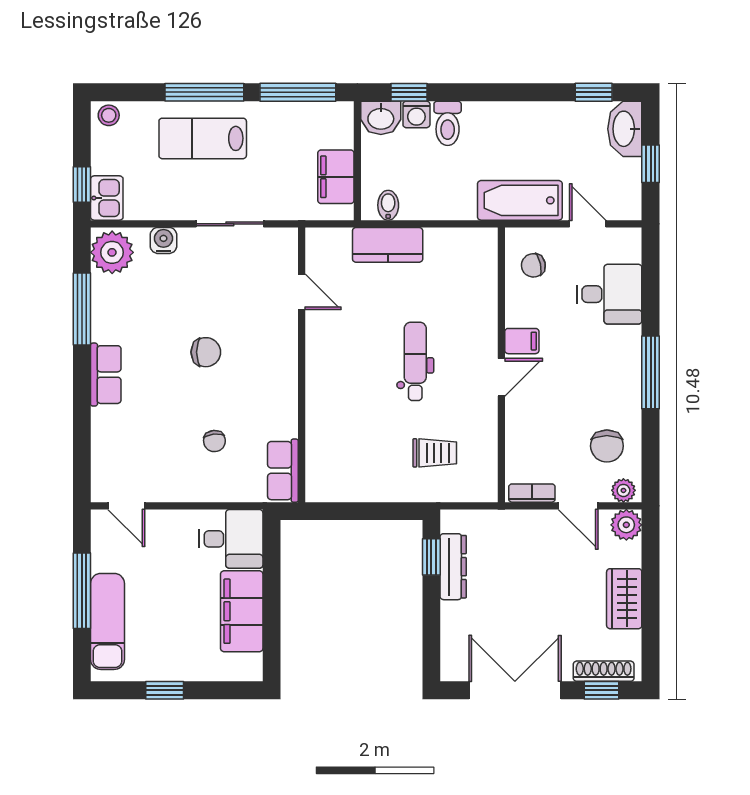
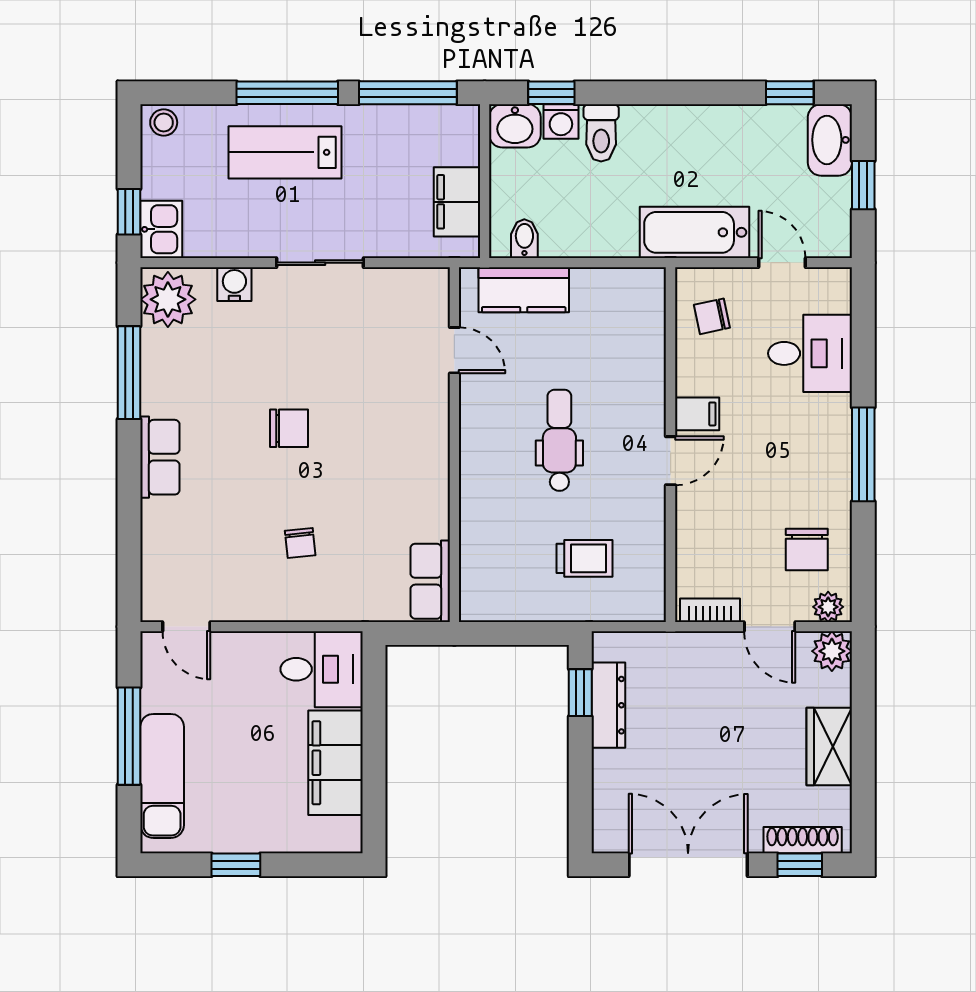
door: (302, 292) -> (454, 350), moved
wall: (302, 365) -> (454, 445), moved
row of seats: (283, 471) -> (430, 581), moved

